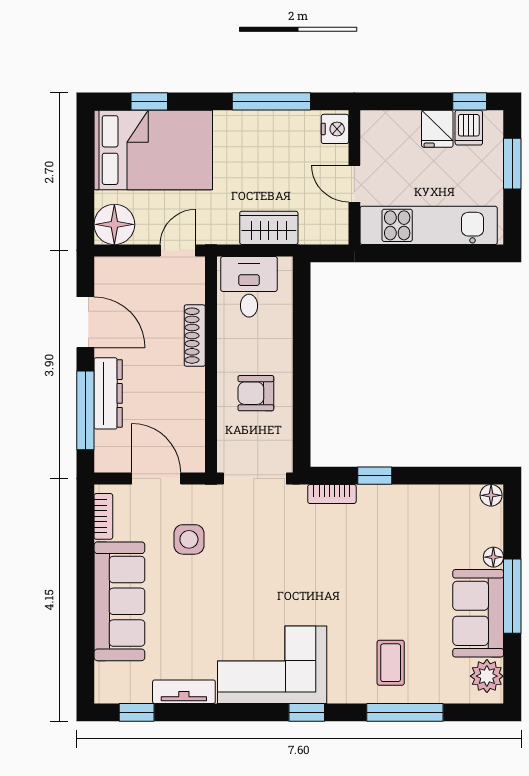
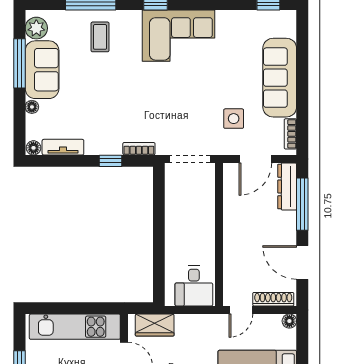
floor lamp: (114, 224) -> (289, 321), width x0.53, depth x0.53
wardrobe: (269, 228) -> (155, 325), moved
shoe rack: (195, 336) -> (273, 299), moved, turned -90
dresser: (108, 393) -> (287, 187), moved
armchair: (256, 393) -> (189, 215), removed
door: (156, 479) -> (255, 159), hinge flipped
window: (512, 596) -> (19, 63), moved
tv unit: (184, 692) -> (63, 147), moved, turned 180

